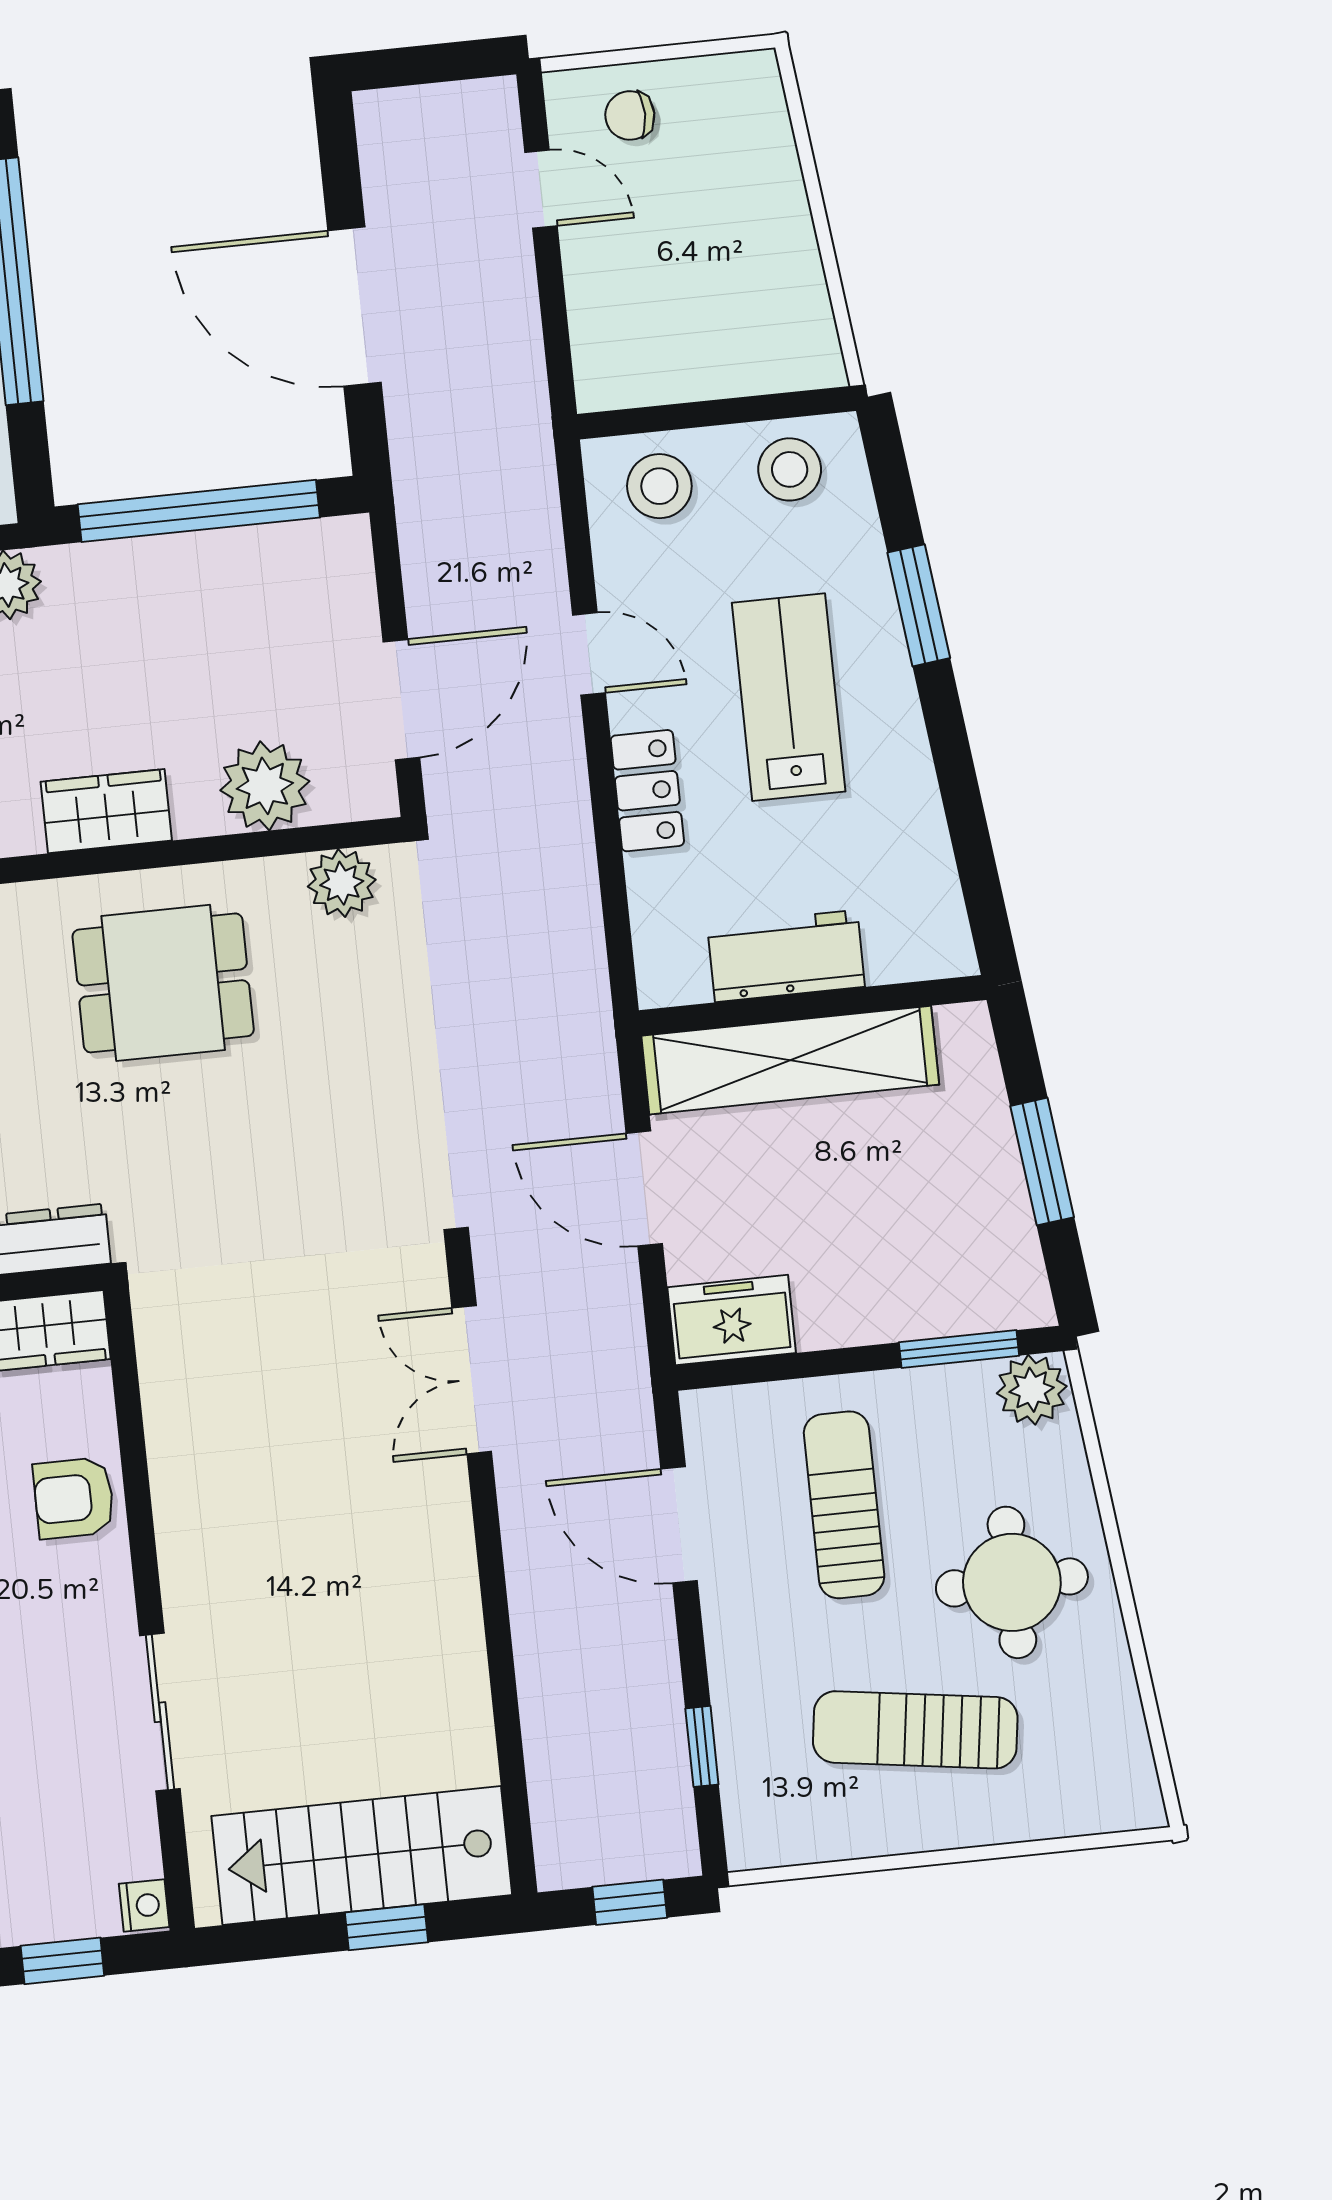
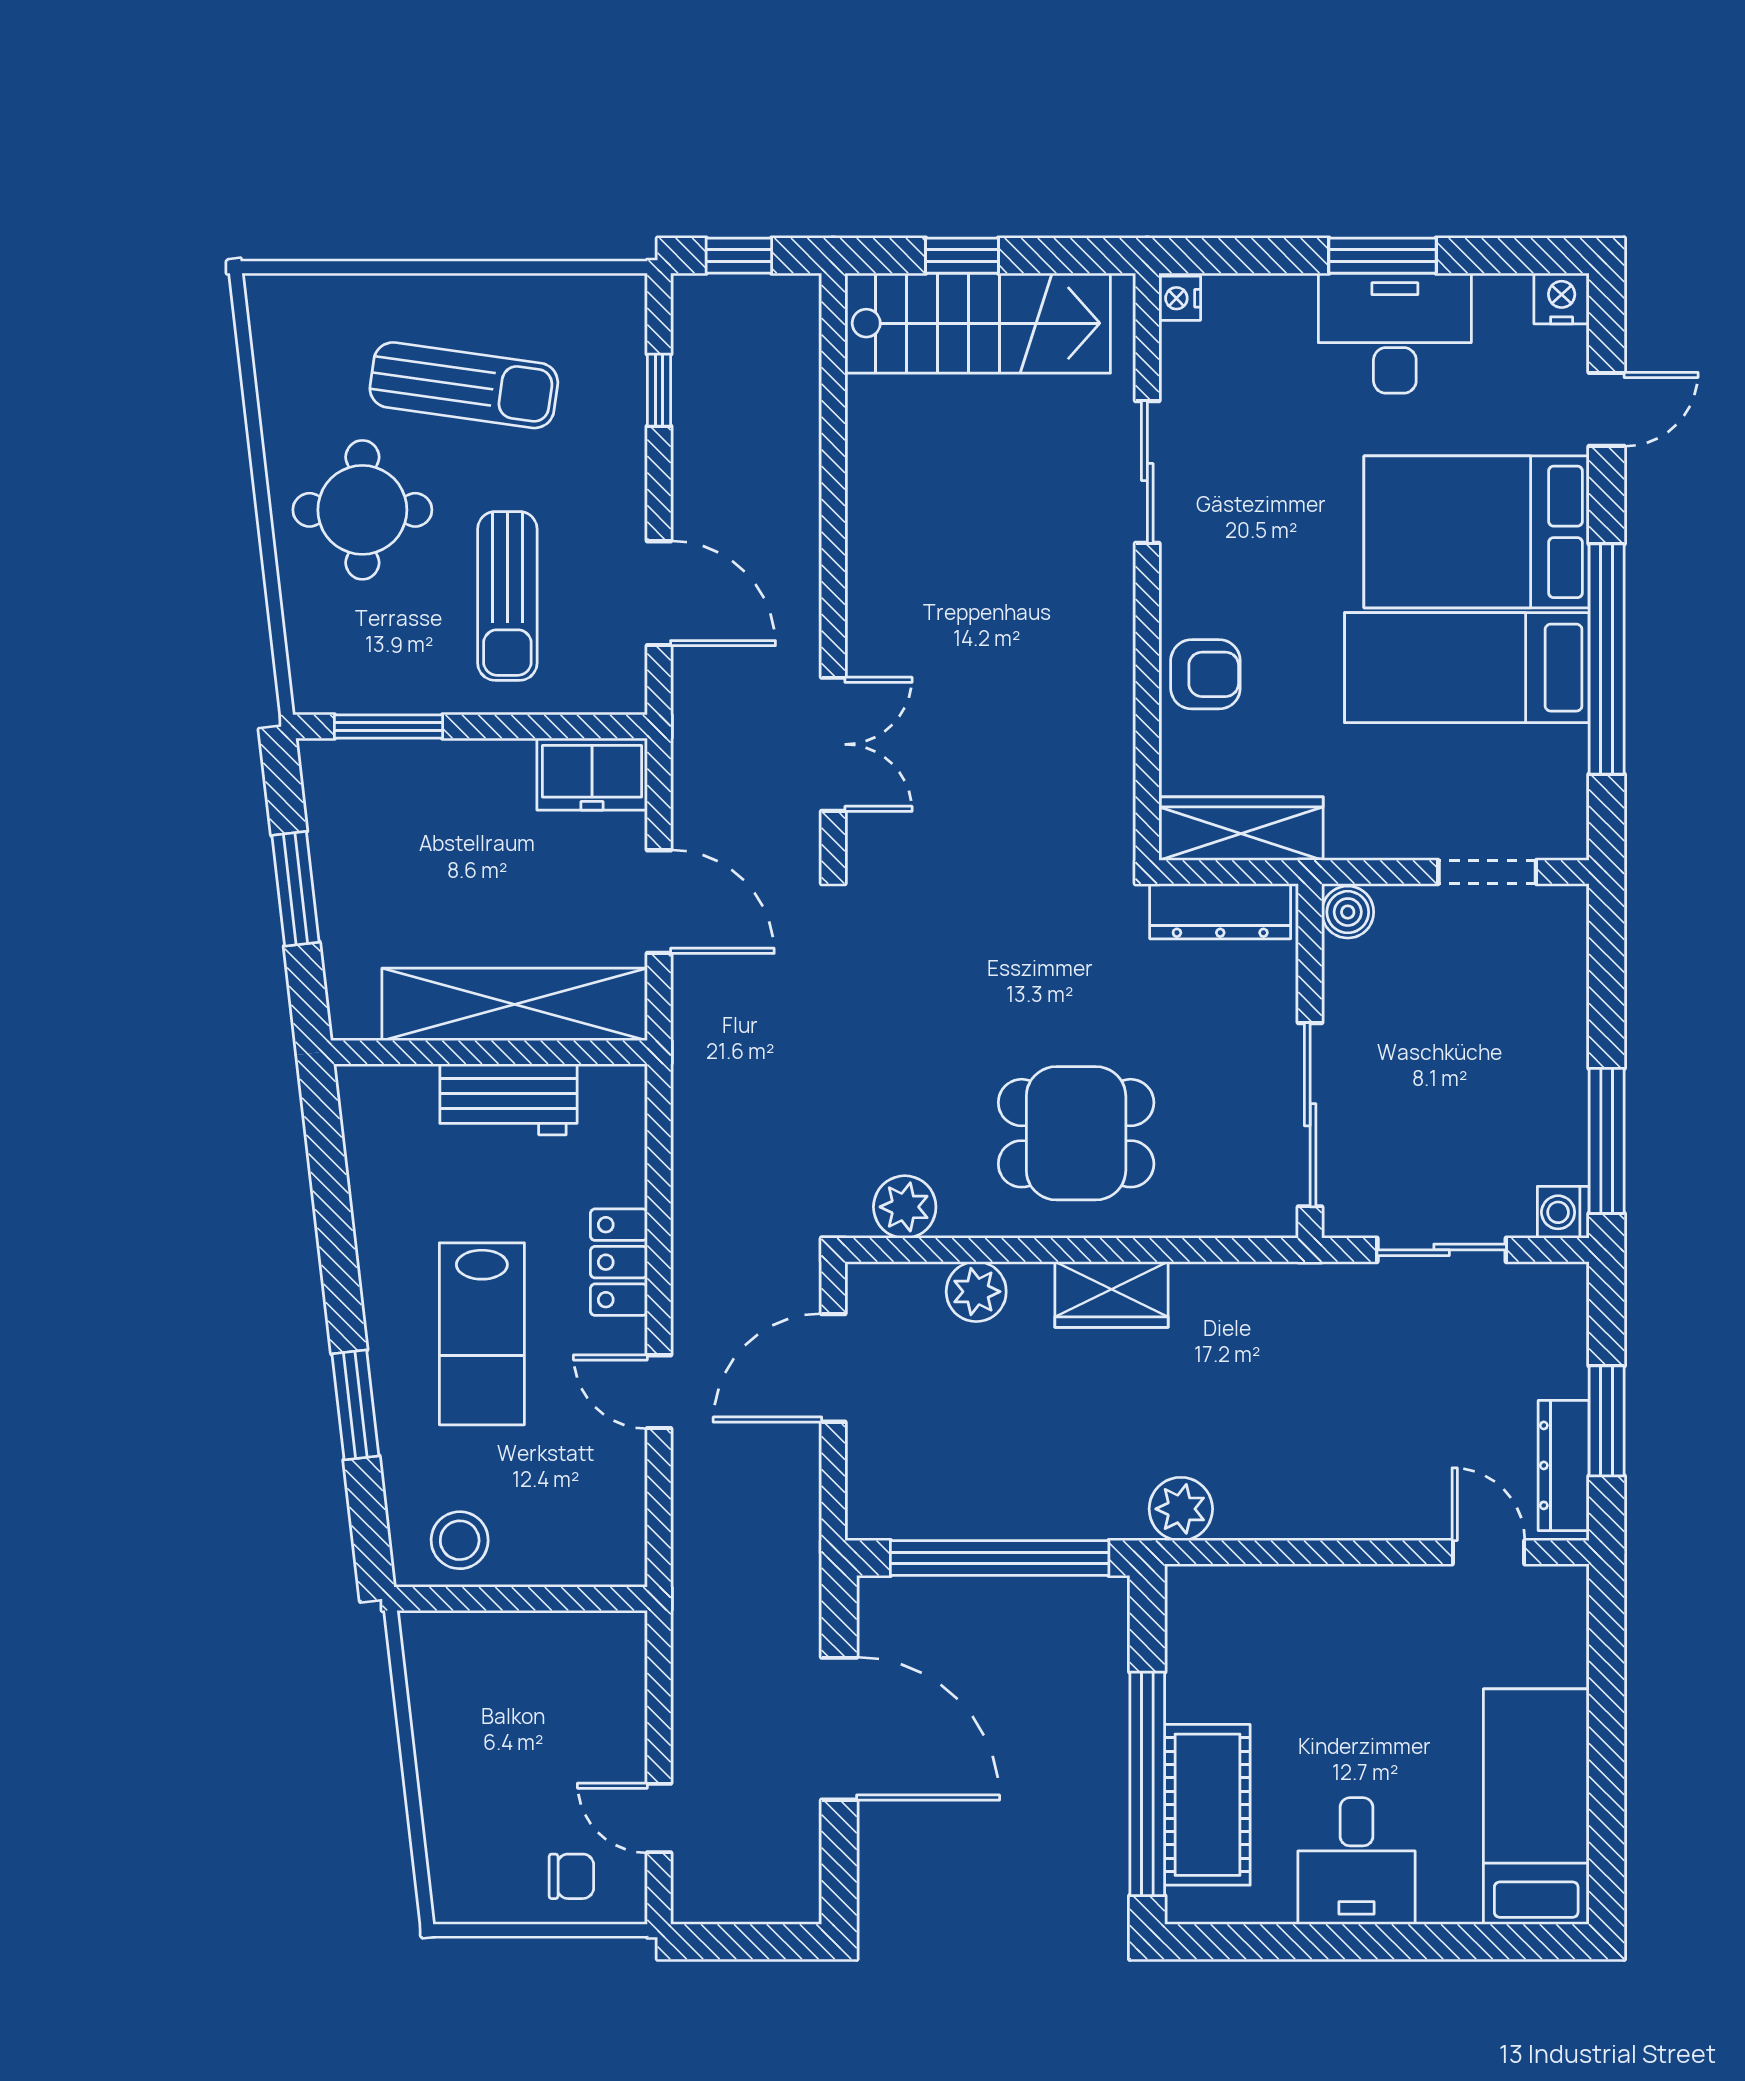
stool: (659, 486) -> (579, 1537), removed
plant: (265, 786) -> (976, 1292), width x0.73, depth x0.73
plant: (1032, 1390) -> (326, 683), removed
window: (62, 1961) -> (1259, 256), removed

